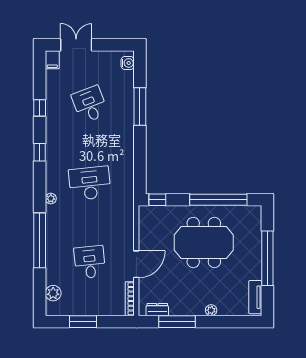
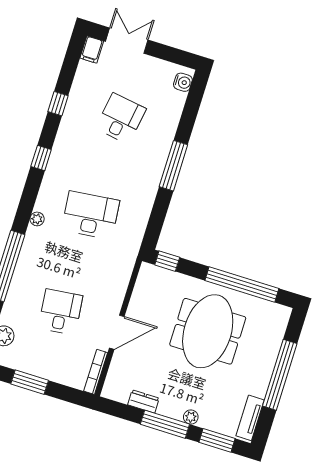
desk: (90, 104) -> (121, 119), turned 30
window: (140, 106) -> (173, 166), moved
meeting table: (204, 242) -> (208, 331), turned 90
dresser: (157, 310) -> (143, 401), moved
window: (177, 322) -> (165, 424), moved
window: (236, 322) -> (217, 440), added

